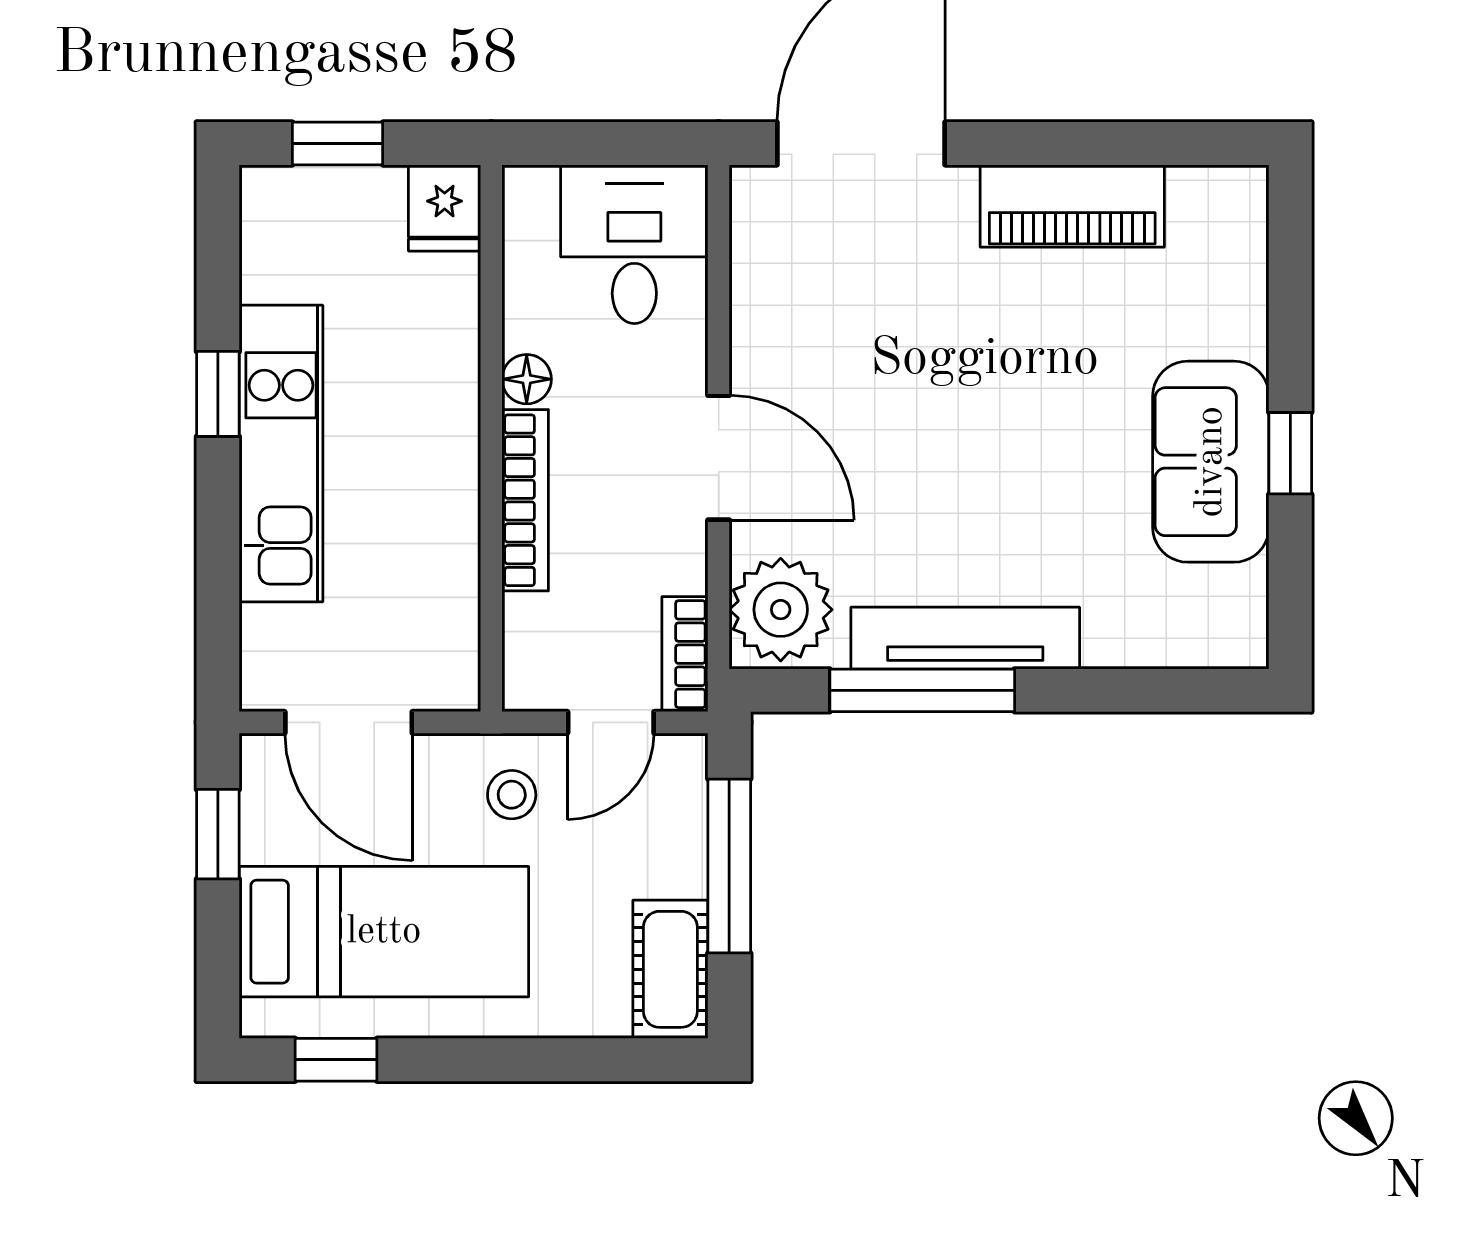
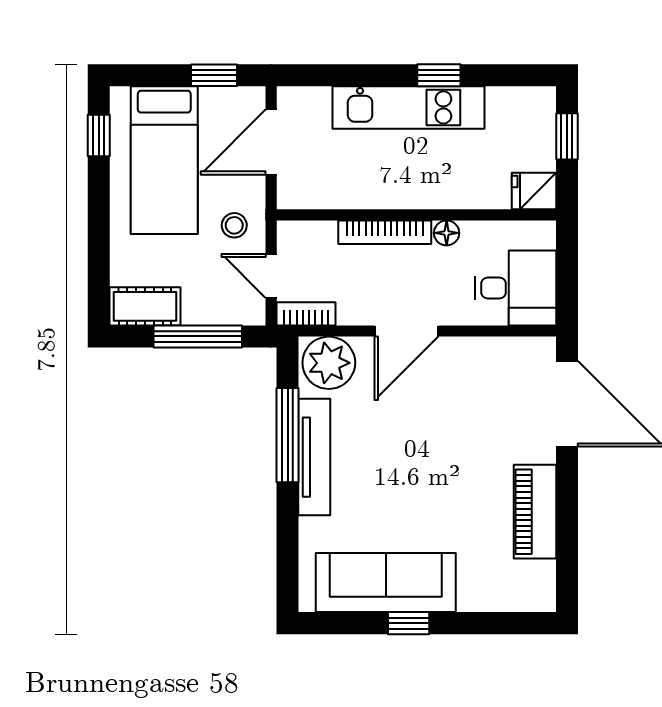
sofa: (1211, 462) -> (386, 583), width x1.36

